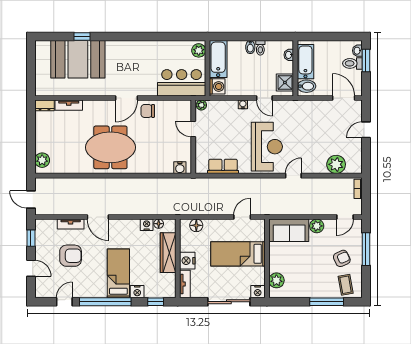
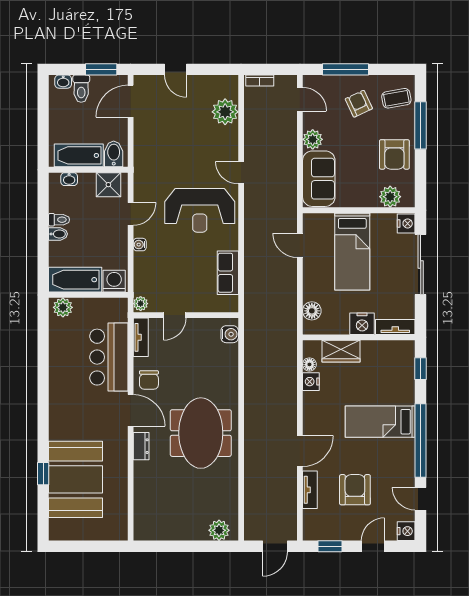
window: (366, 60) -> (101, 69), moved
bar counter: (182, 83) -> (109, 357), moved
dresser: (44, 105) -> (141, 446), moved
tv unit: (69, 105) -> (141, 337), moved
reception desk: (267, 147) -> (200, 210), turned 180
wardrobe: (168, 253) -> (341, 351), width x0.67
armchair: (306, 283) -> (394, 154), added
nightstand: (137, 292) -> (406, 531), moved

